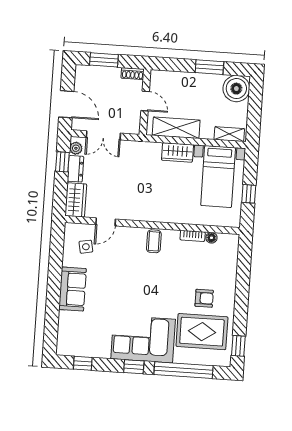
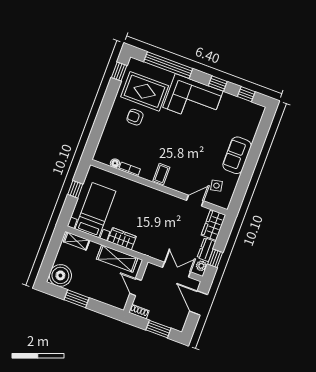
window: (134, 367) -> (218, 84), moved

